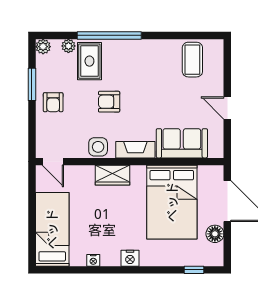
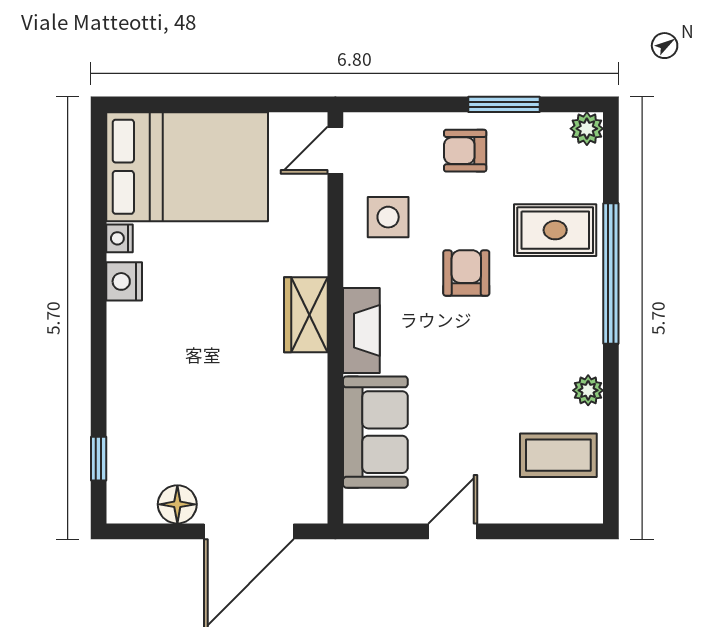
plant: (68, 46) -> (588, 390), moved
side table: (98, 147) -> (388, 217), moved
wardrobe: (113, 175) -> (306, 315), moved
bed: (172, 202) -> (247, 410), removed
bed: (52, 229) -> (187, 167), width x1.50
nightstand: (130, 258) -> (124, 281), moved

